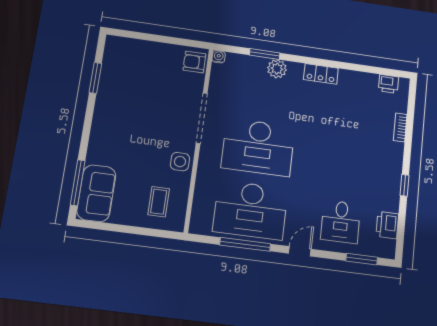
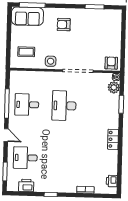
plant: (277, 69) -> (114, 87), moved
armchair: (119, 133) -> (64, 25), added
desk: (258, 147) -> (64, 106), width x0.73, depth x0.77
desk: (250, 210) -> (27, 105), width x0.53, depth x0.77

